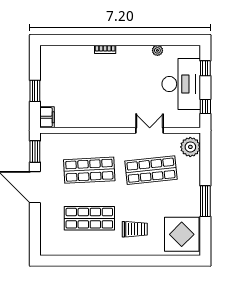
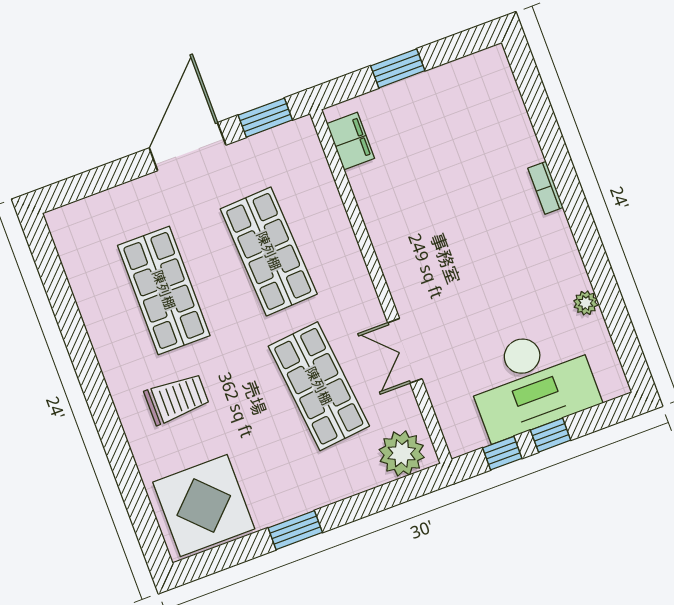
window: (205, 68) -> (551, 435), moved
filing cabinet: (47, 117) -> (351, 141), moved, turned -90
double door: (150, 130) -> (405, 351), swing flipped
window: (205, 201) -> (295, 530), width x0.69
trolley: (135, 229) -> (177, 399), turned -90

